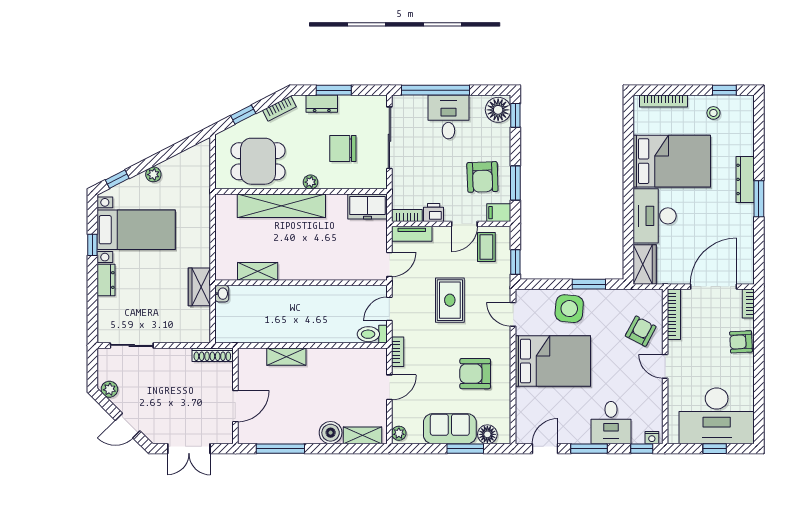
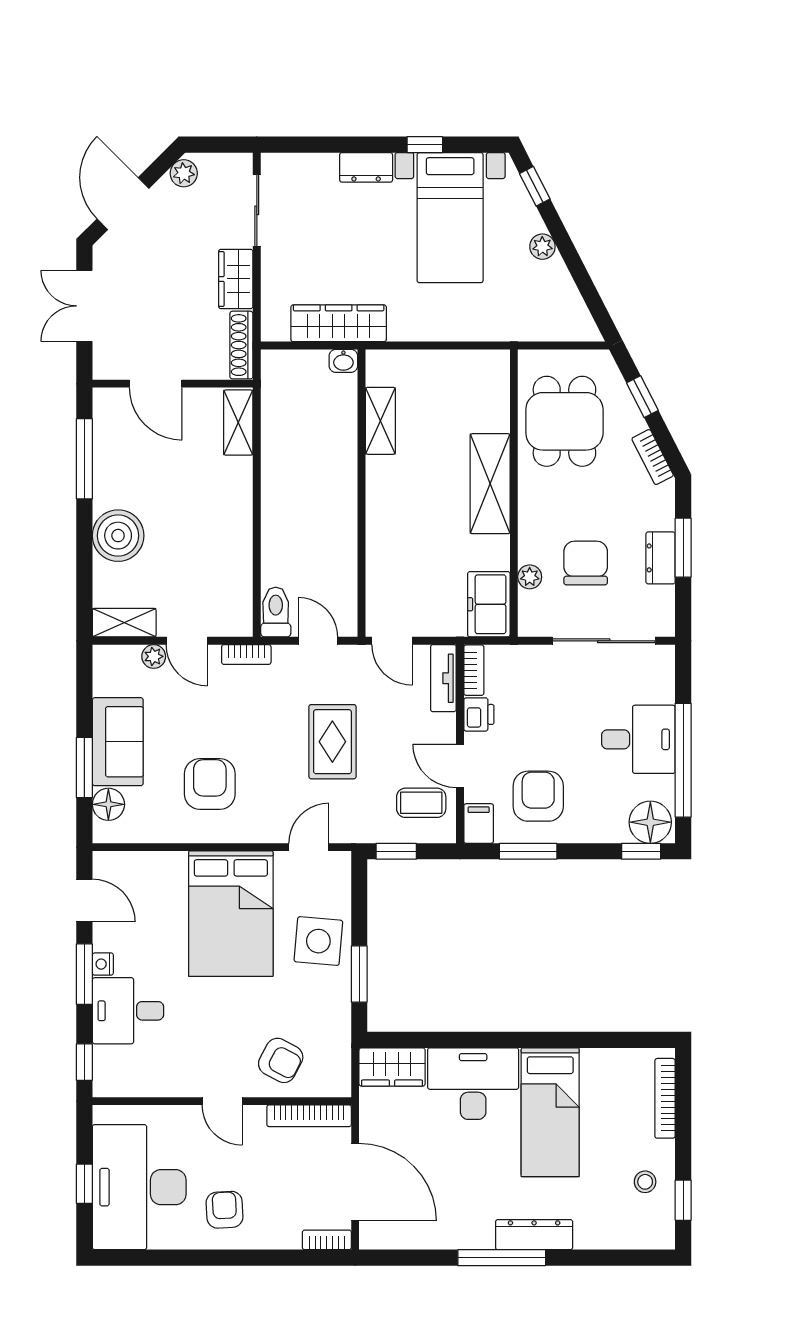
window: (436, 90) -> (683, 760), moved
dresser: (322, 104) -> (661, 558), moved
bed: (672, 161) -> (550, 1112), width x0.67
armchair: (482, 177) -> (538, 796), turned 92
plant: (311, 182) -> (530, 577), moved
window: (759, 199) -> (502, 1258), width x1.44
shelving: (281, 206) -> (490, 484), width x0.68
wardrobe: (199, 287) -> (339, 323), width x1.50
rug: (450, 300) -> (332, 742), turned 90
armchair: (741, 342) -> (225, 1210), moved
shelving: (286, 357) -> (238, 423), moved
wardrobe: (173, 358) -> (236, 279), added
door: (665, 366) -> (222, 1101), swing flipped
door: (128, 426) -> (123, 204), width x1.38
boiler: (331, 433) -> (118, 536), width x1.37, depth x1.37
plant: (399, 433) -> (154, 656), moved
shelving: (362, 435) -> (124, 623), moved, turned 90
nightstand: (652, 438) -> (103, 964), moved

